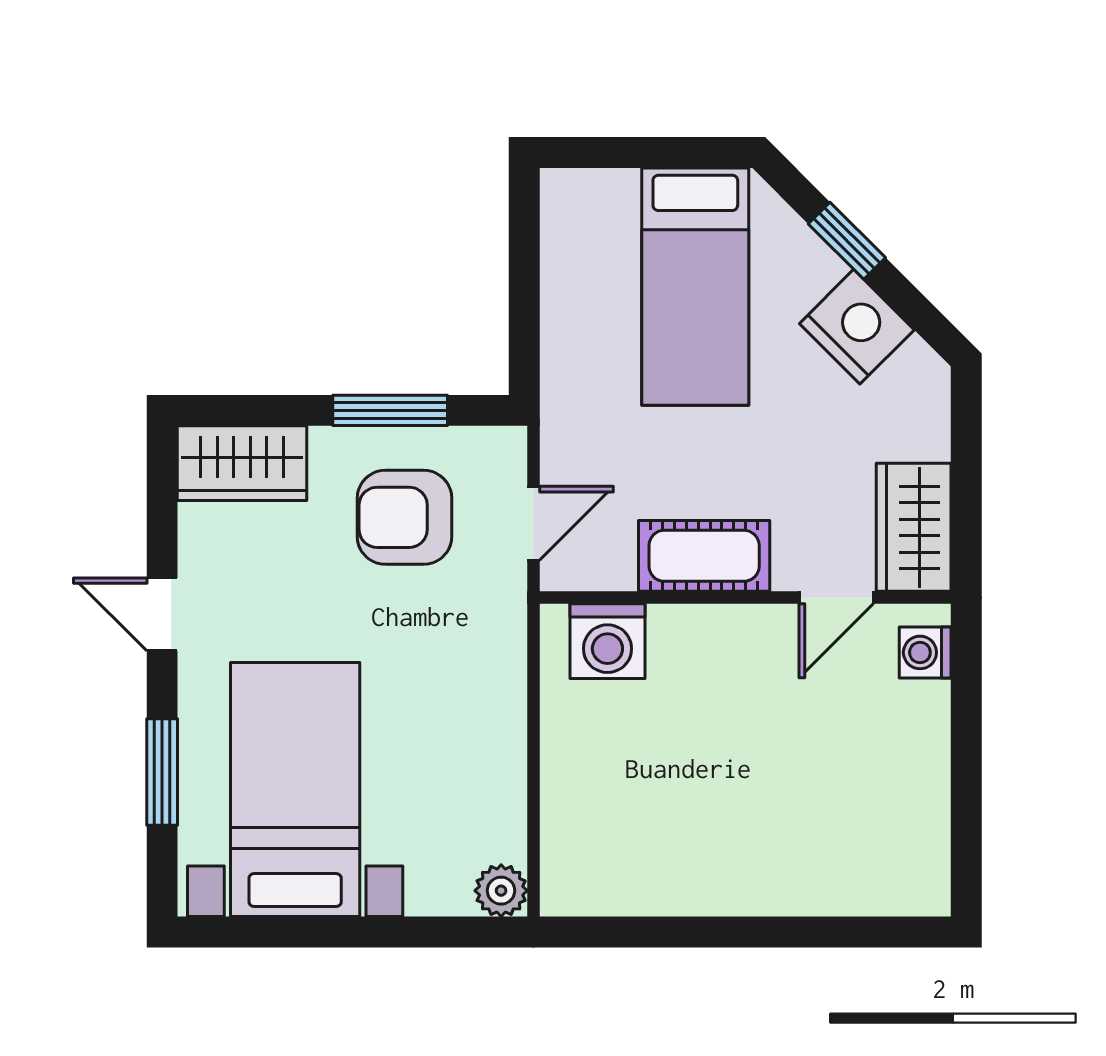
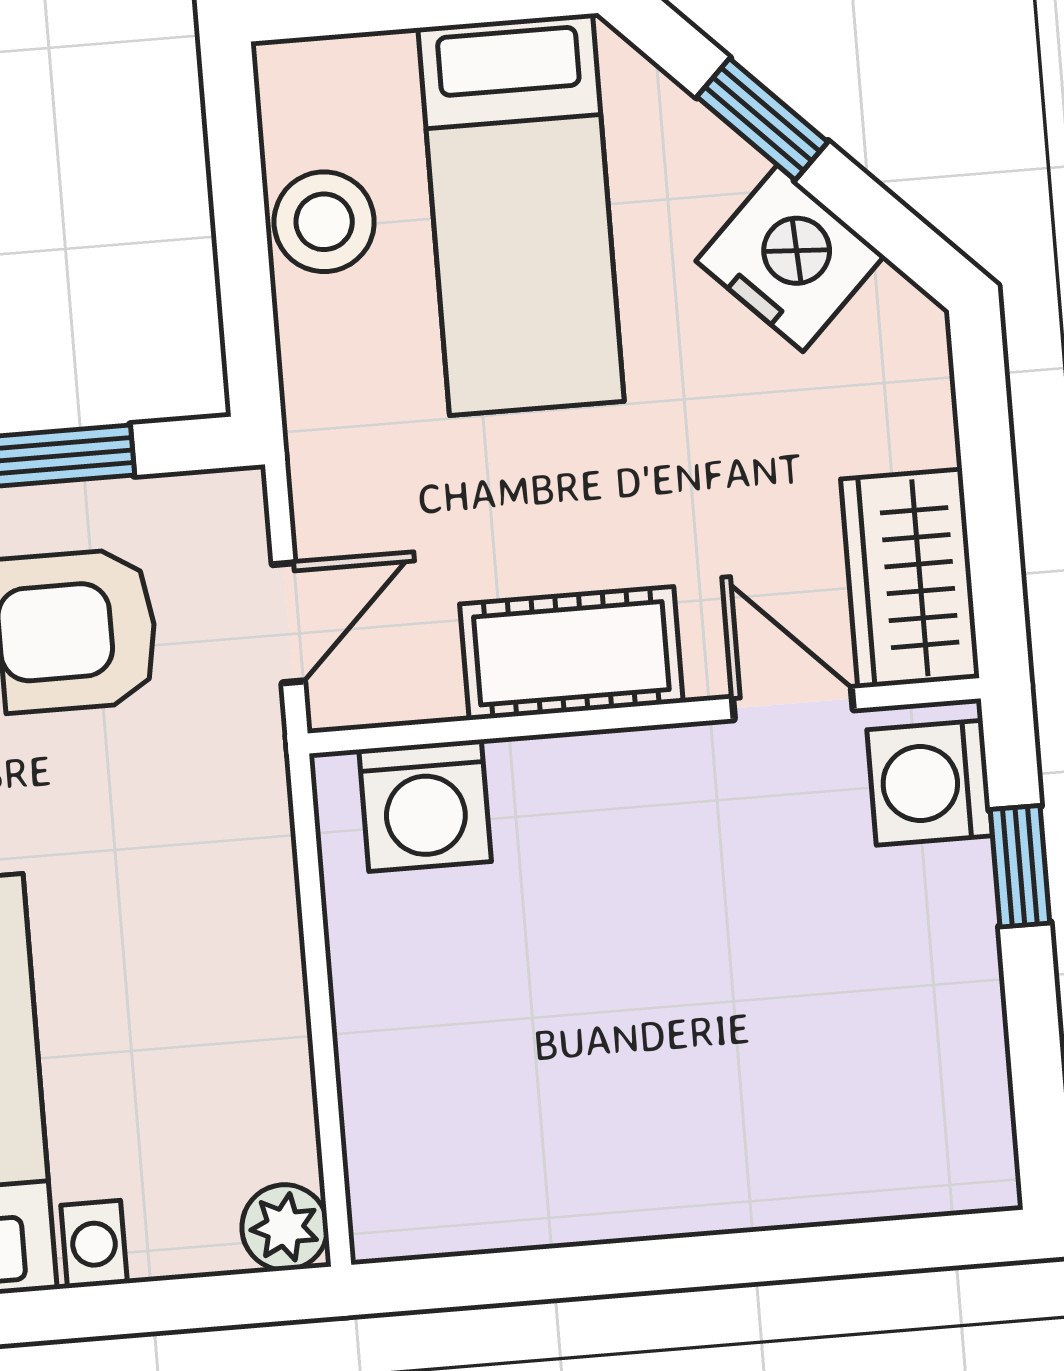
stool: (575, 281) -> (324, 222), added
door: (836, 598) -> (793, 704), swing flipped
washing machine: (925, 652) -> (930, 783), width x1.38, depth x1.38
window: (966, 708) -> (1020, 866), added

